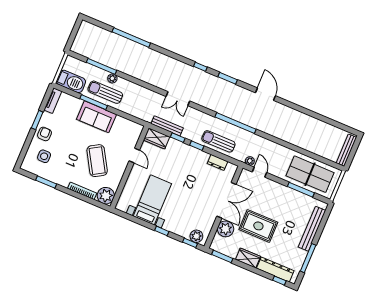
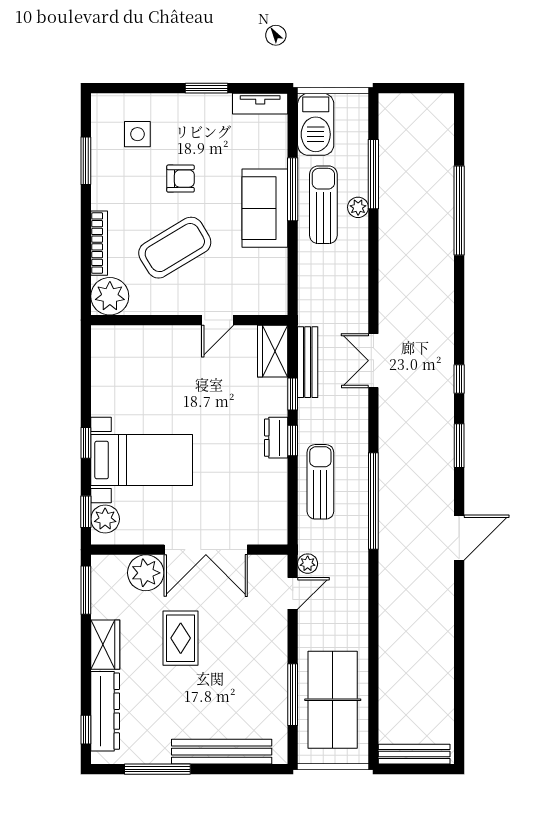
armchair: (45, 134) -> (180, 179), moved
dresser: (218, 162) -> (276, 438), moved
bed with nightstands: (152, 200) -> (142, 460), moved
rug: (258, 226) -> (181, 638), width x0.73, depth x0.70

